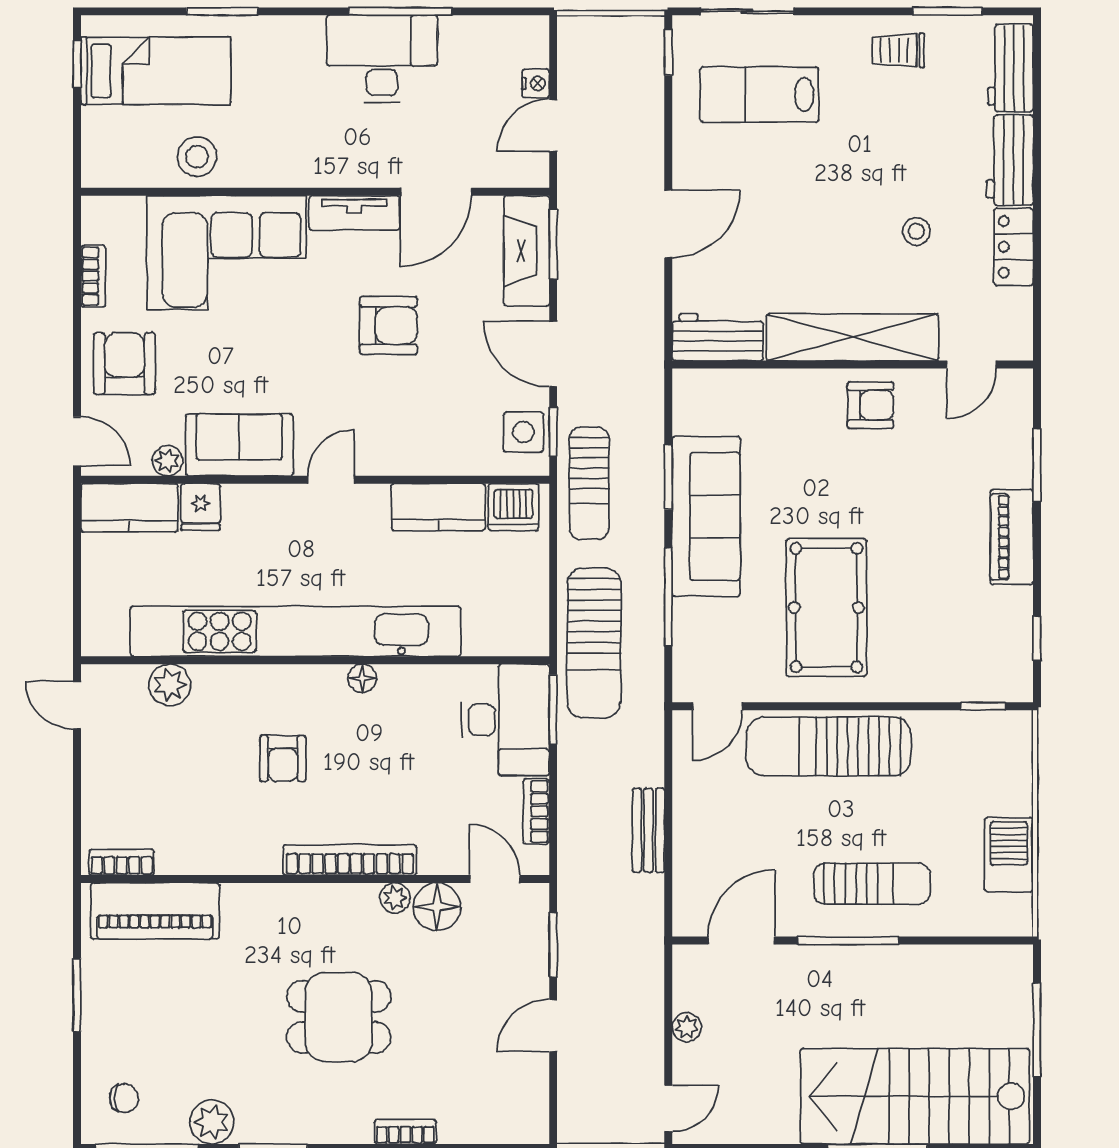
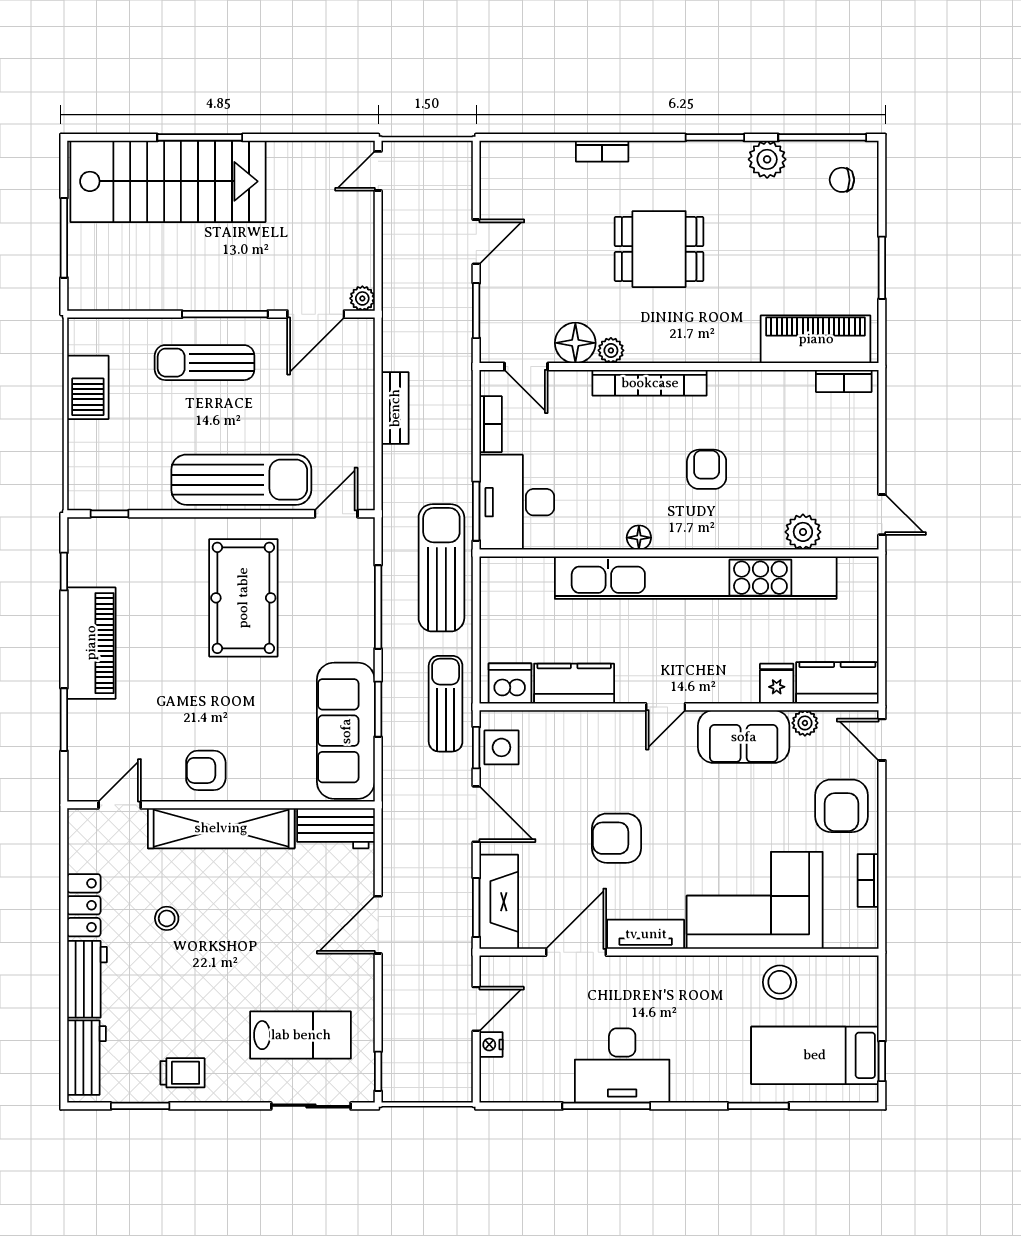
sofa: (706, 516) -> (346, 731), moved
piano: (1012, 537) -> (91, 643), width x1.37, depth x1.33
plant: (687, 1027) -> (362, 298), moved

